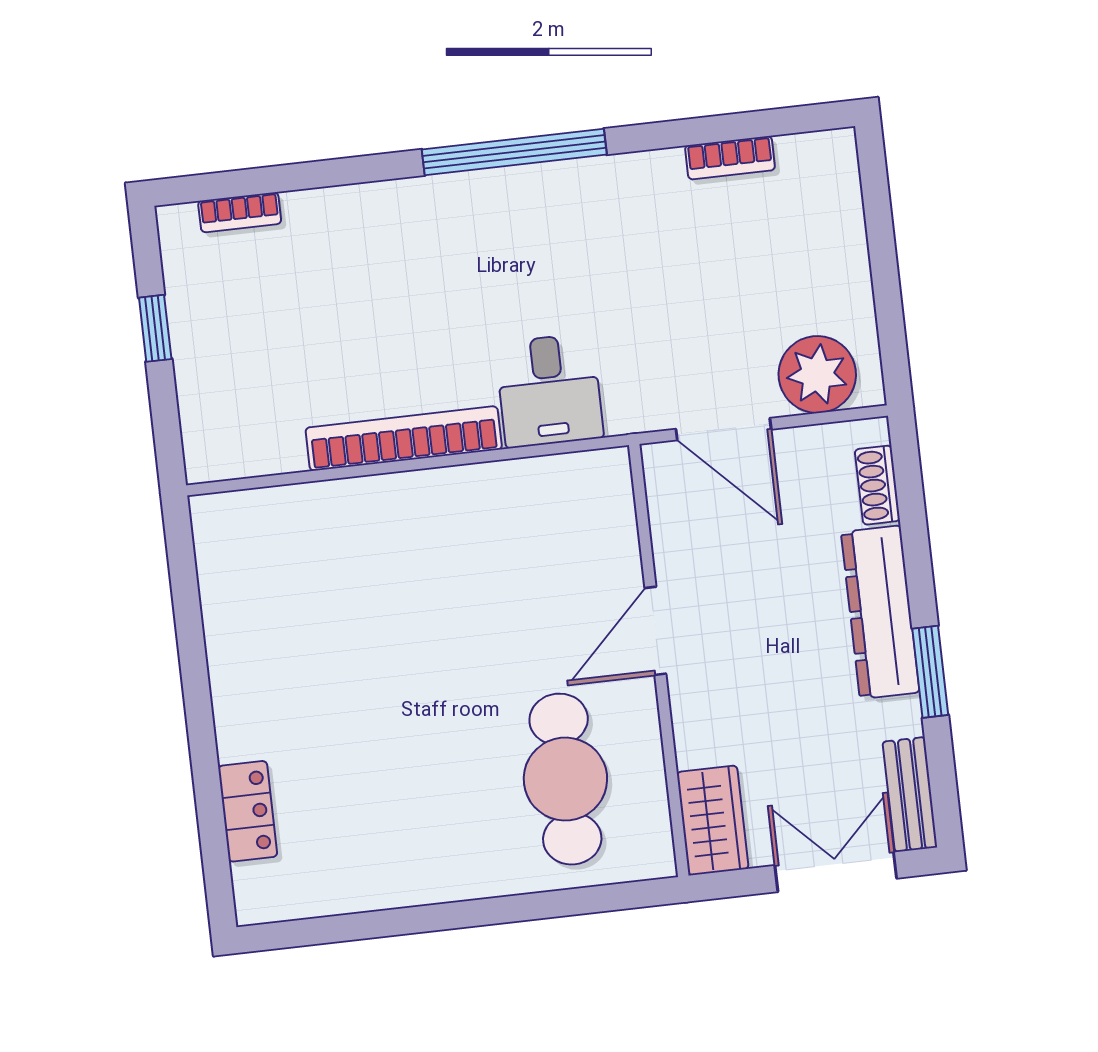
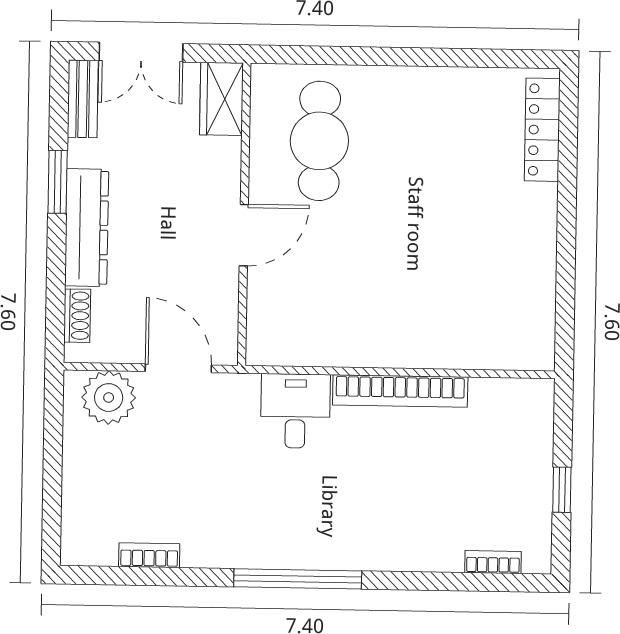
locker: (248, 811) -> (542, 130), width x1.53

